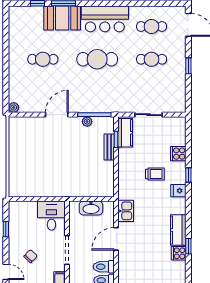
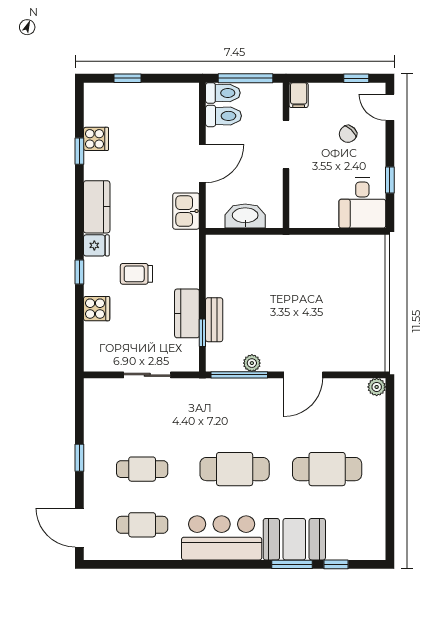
cafe table: (43, 59) -> (327, 469), width x1.37, depth x1.35
kitchen counter: (125, 133) -> (187, 313), moved
desk: (51, 216) -> (362, 203), moved
kitchen counter: (178, 230) -> (97, 207), moved

